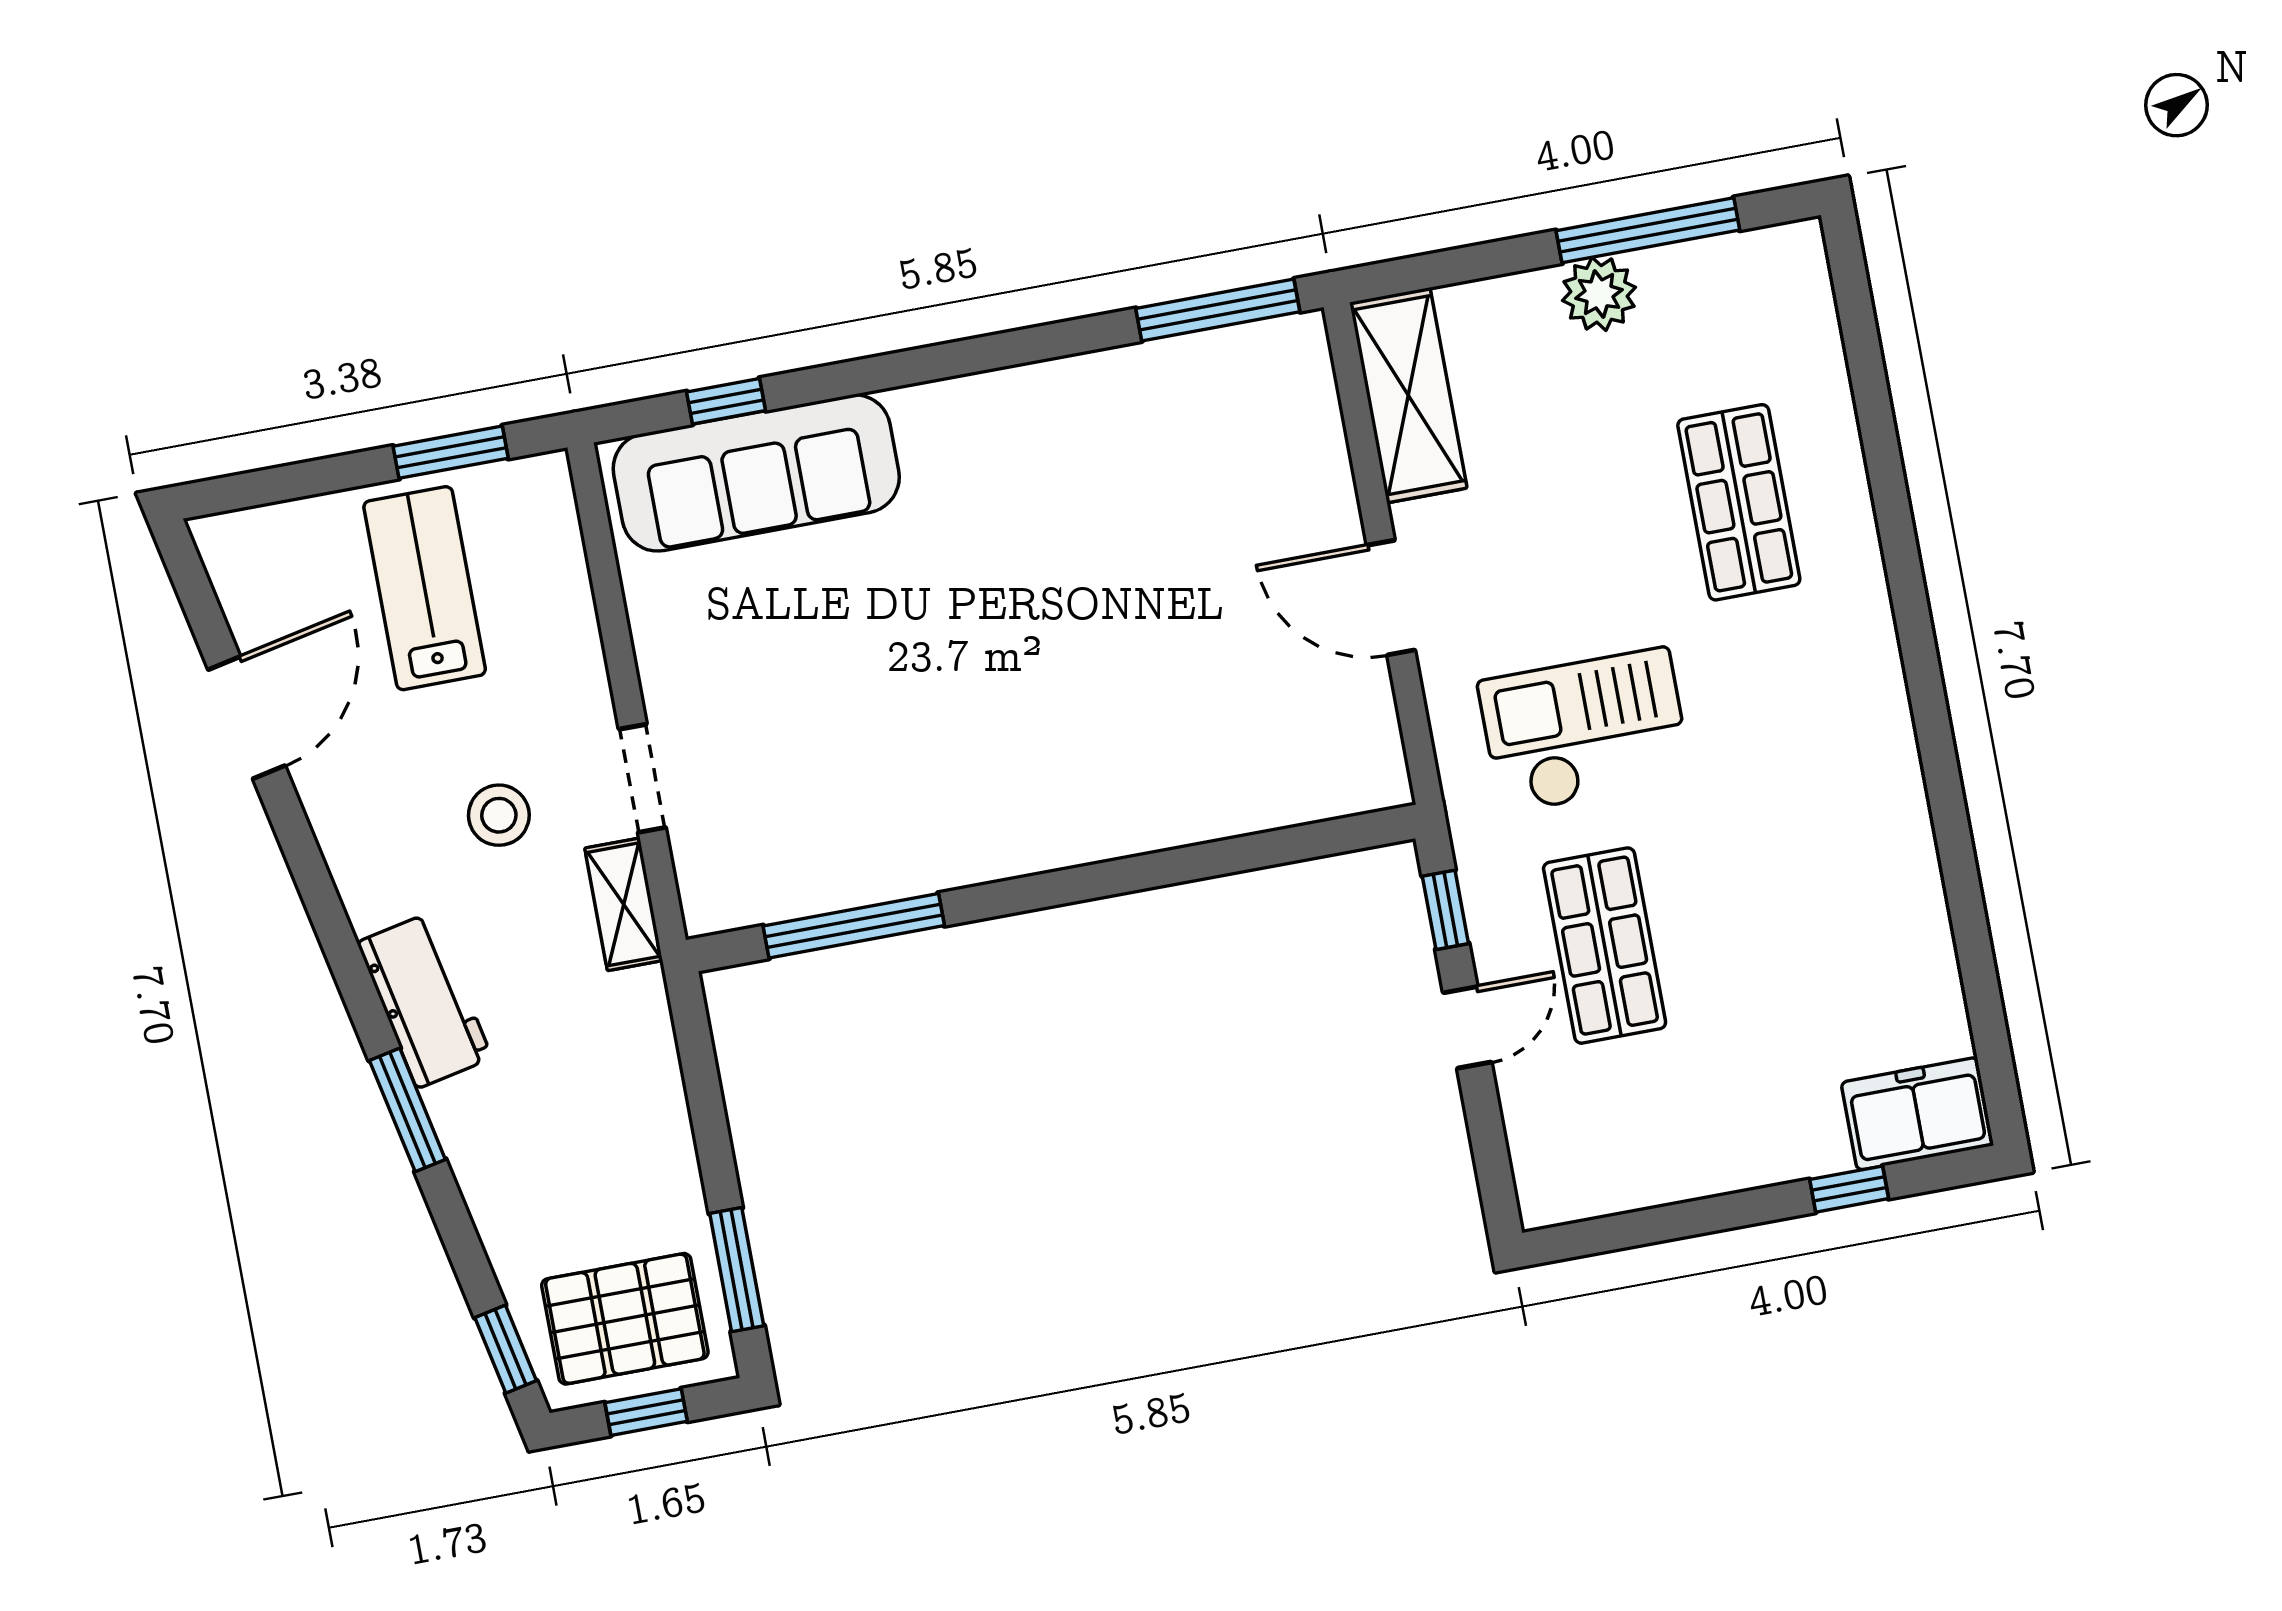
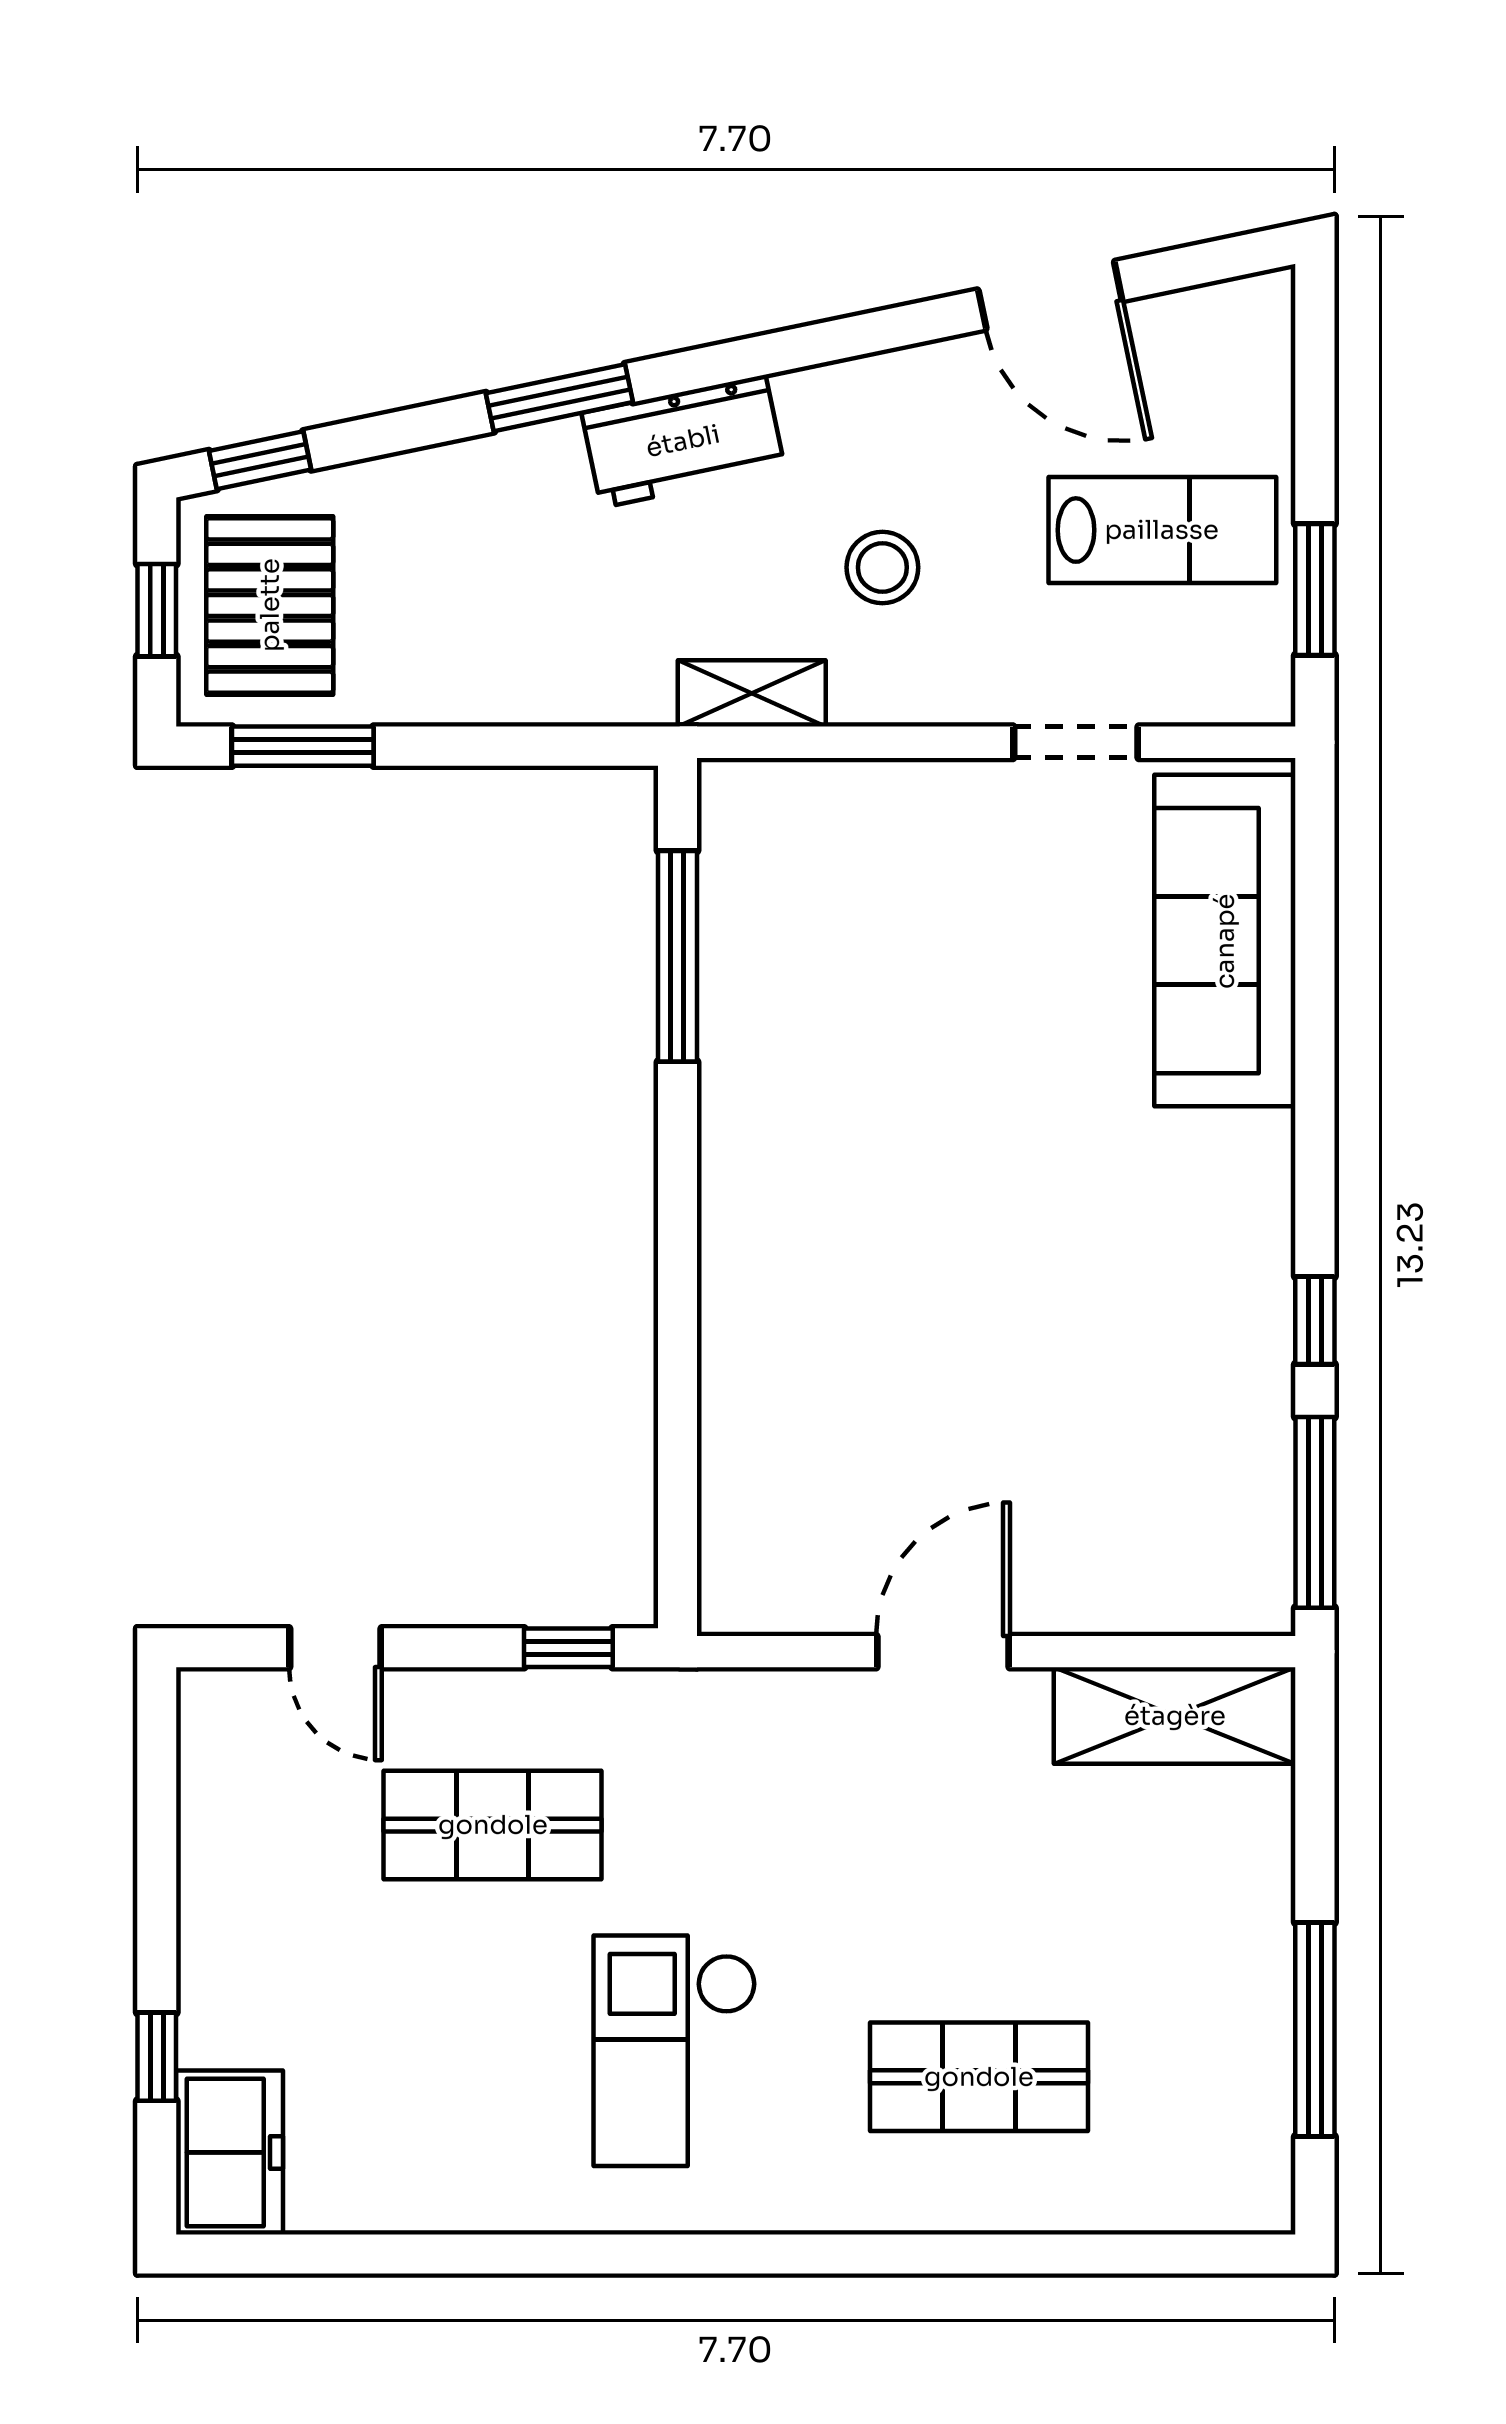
plant: (1599, 294) -> (1251, 1959), removed
window: (726, 401) -> (1315, 1320), moved
checkout: (1585, 731) -> (675, 2051), moved, turned 180
doorway: (642, 778) -> (1076, 742), moved
door: (1467, 1027) -> (335, 1648), moved

